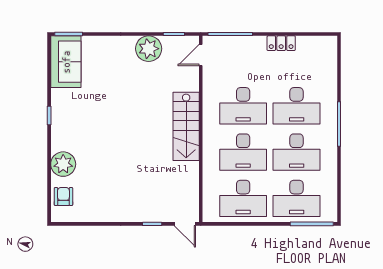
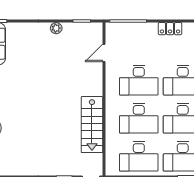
plant: (149, 49) -> (56, 28), width x0.53, depth x0.53
door: (201, 55) -> (104, 53), moved
stairs: (186, 126) -> (92, 125), moved

